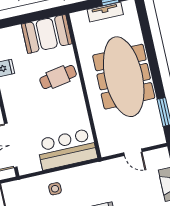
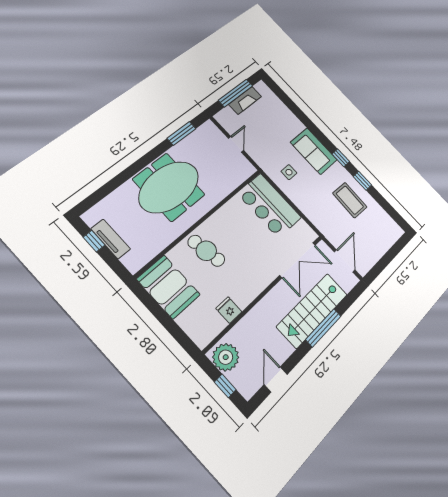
meeting table: (124, 77) -> (169, 187), width x0.73
side table: (55, 189) -> (289, 172), moved

